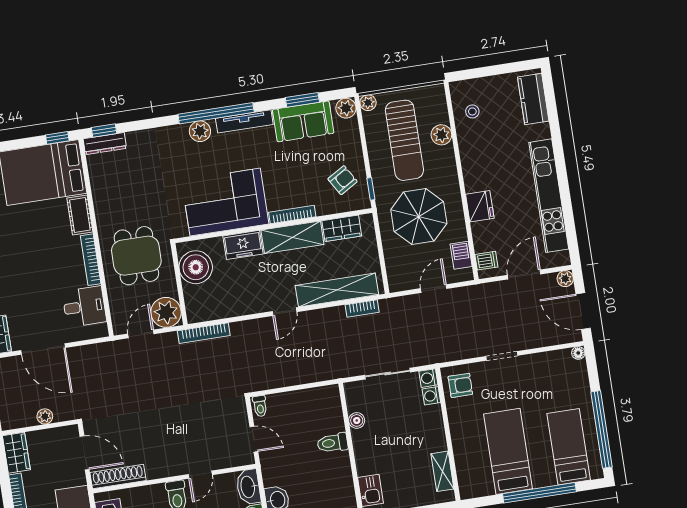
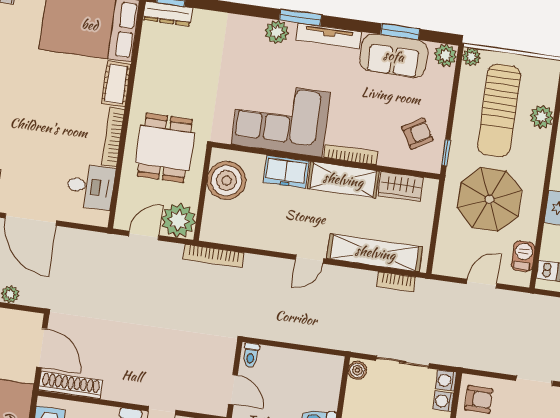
window: (216, 113) -> (300, 17), width x0.47
boiler: (357, 420) -> (357, 370), moved

